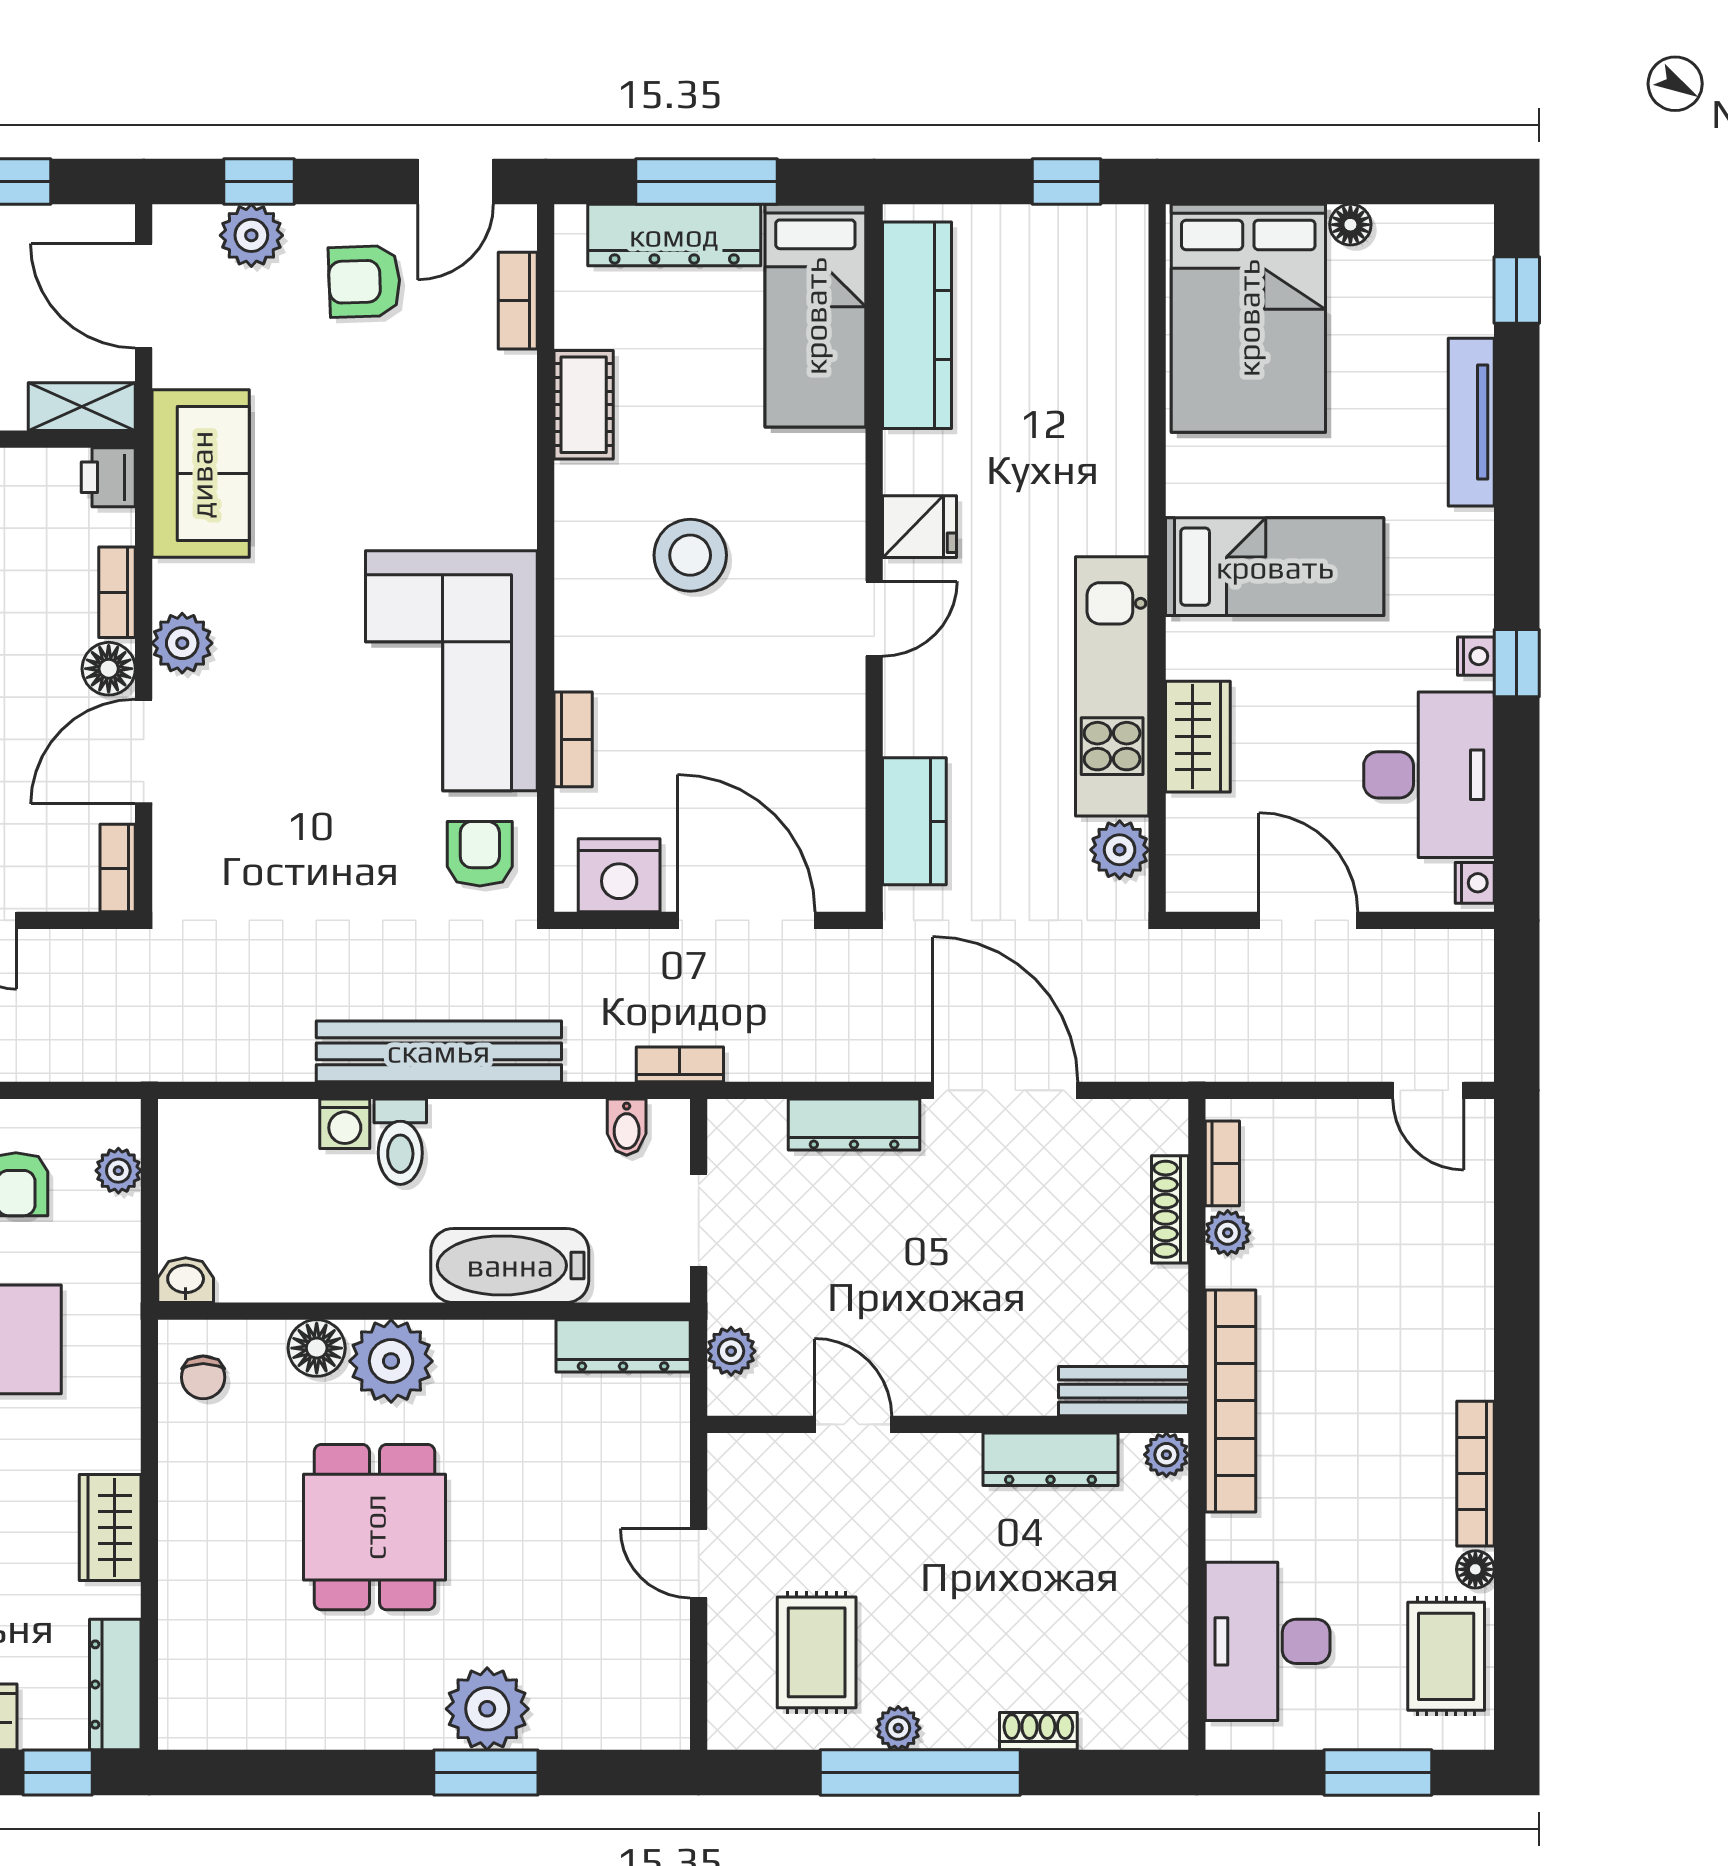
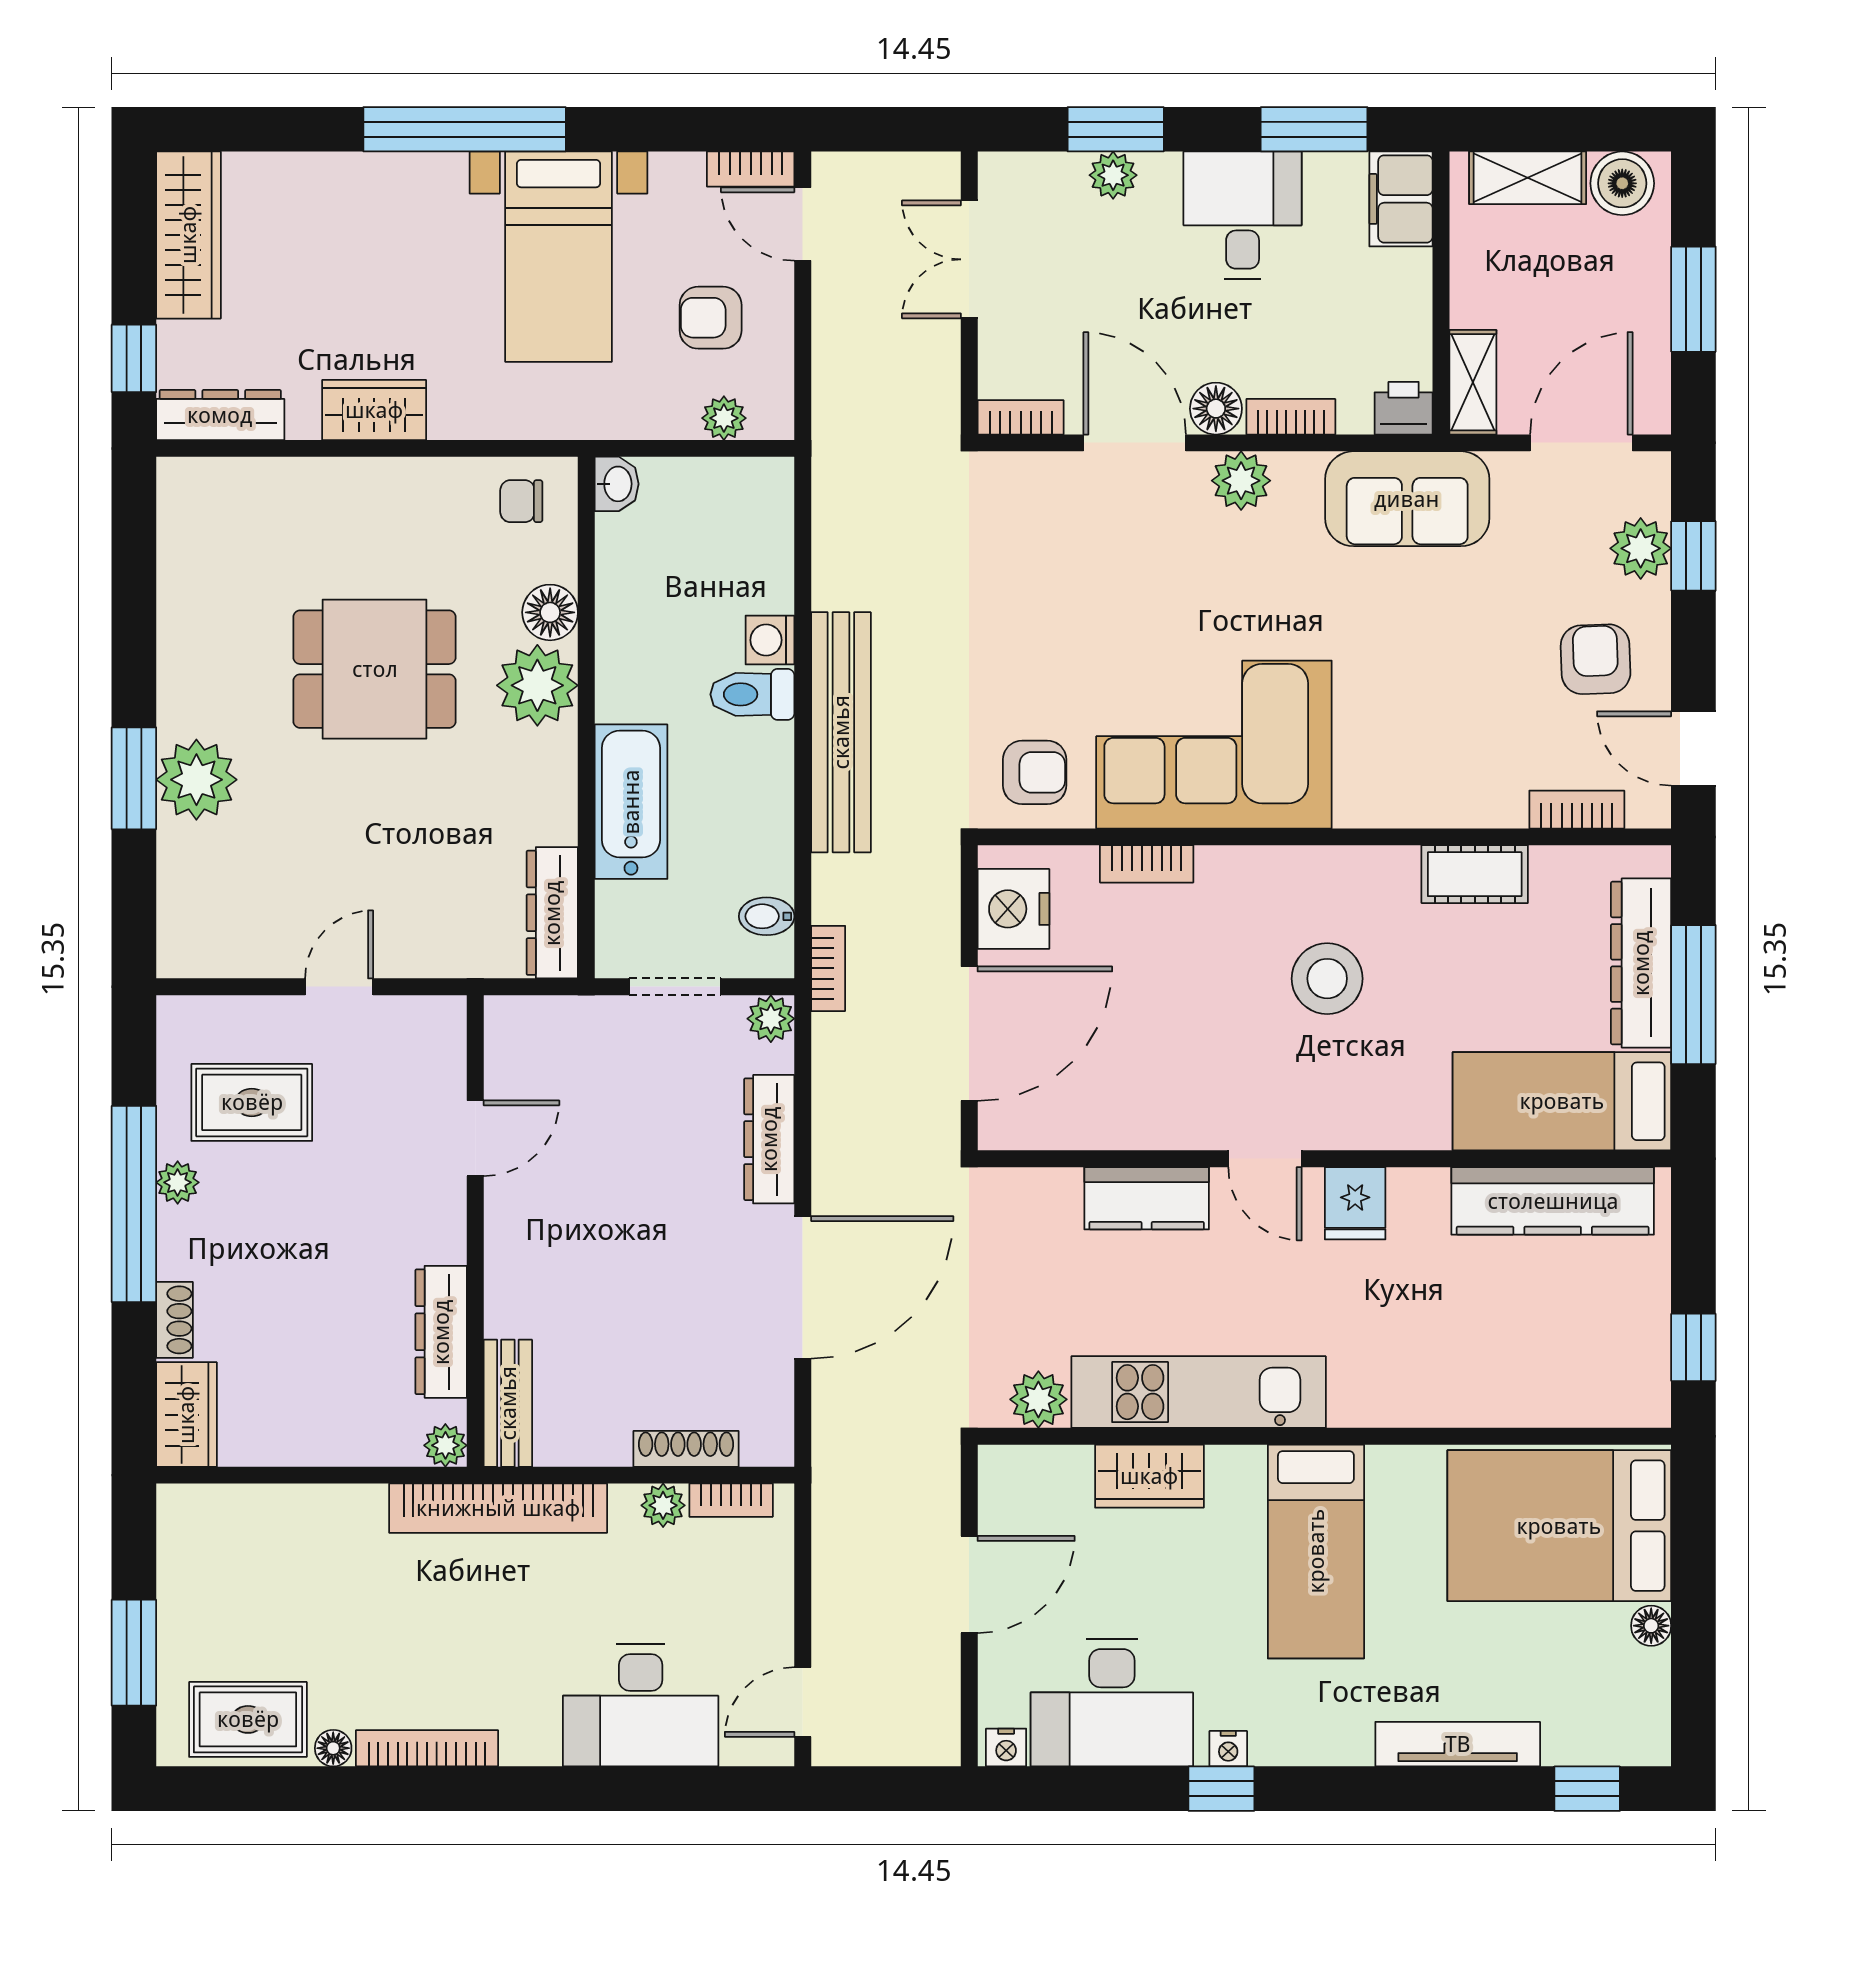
kitchen counter: (914, 821) -> (1147, 1198), moved
plant: (731, 1351) -> (771, 1019), moved
desk: (1268, 1641) -> (641, 1705), moved, turned 180
wardrobe: (1135, 1719) -> (186, 1415), added

